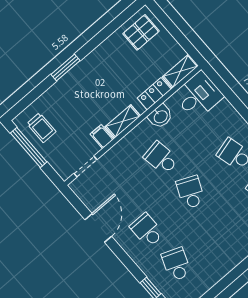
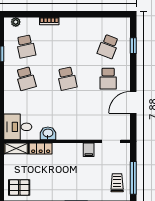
shelving: (123, 121) -> (70, 148), removed
school desk: (161, 158) -> (67, 111), removed
school desk: (191, 192) -> (67, 79), turned -36

